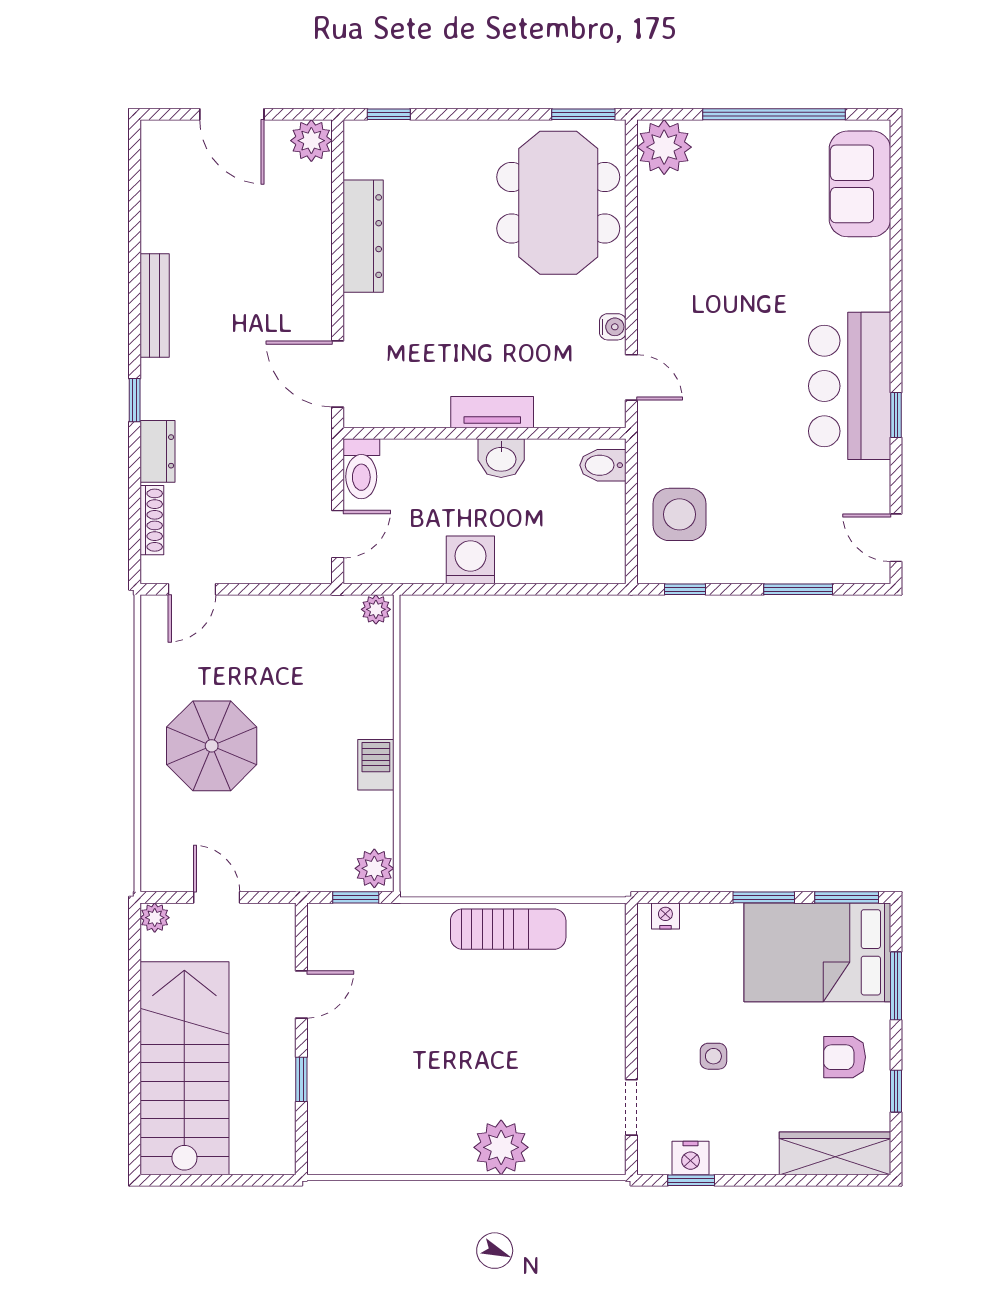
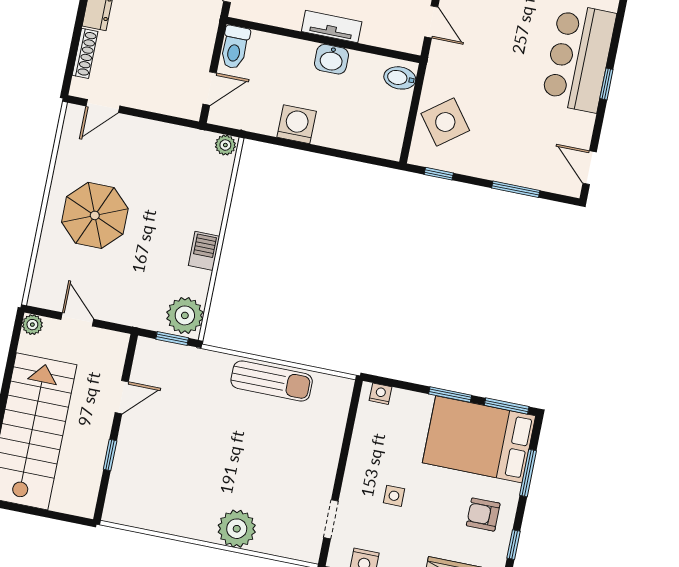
side table: (680, 514) -> (445, 122), turned -37
plant: (374, 868) -> (185, 315), width x1.36, depth x1.36

